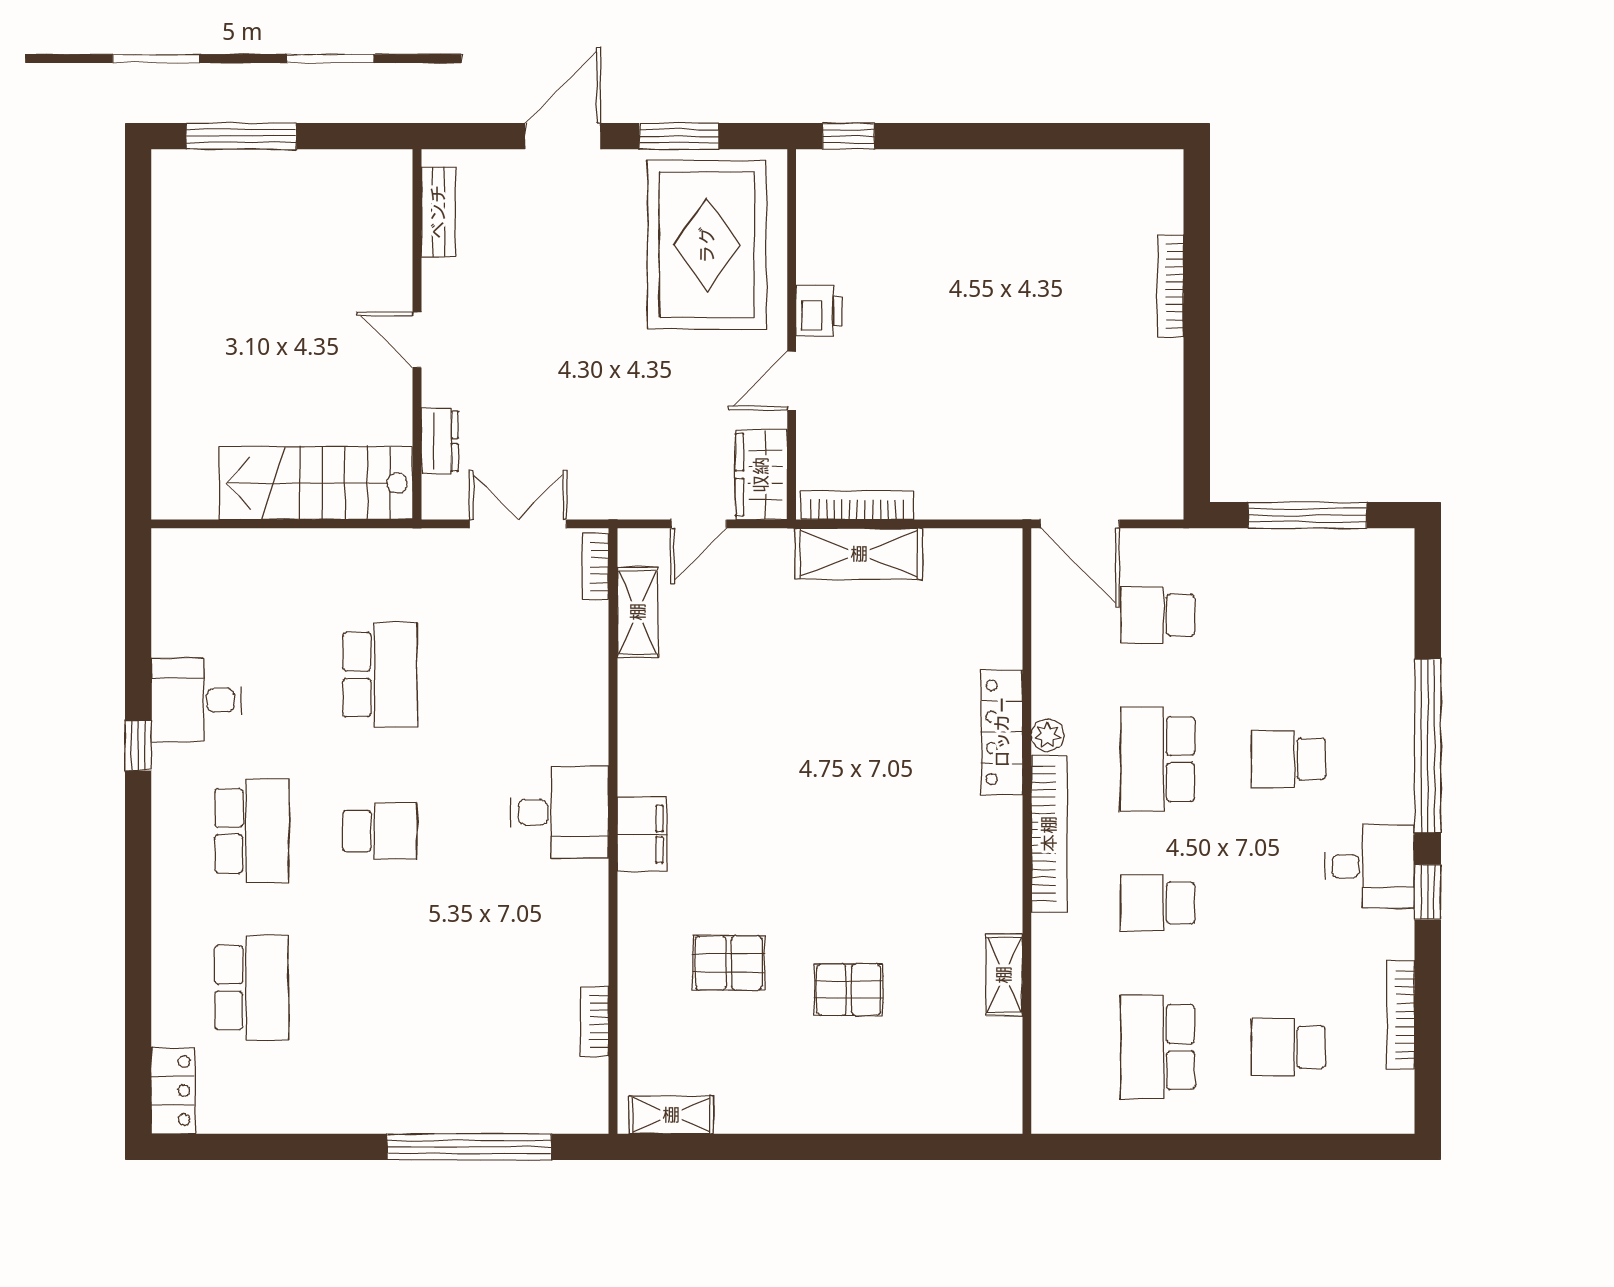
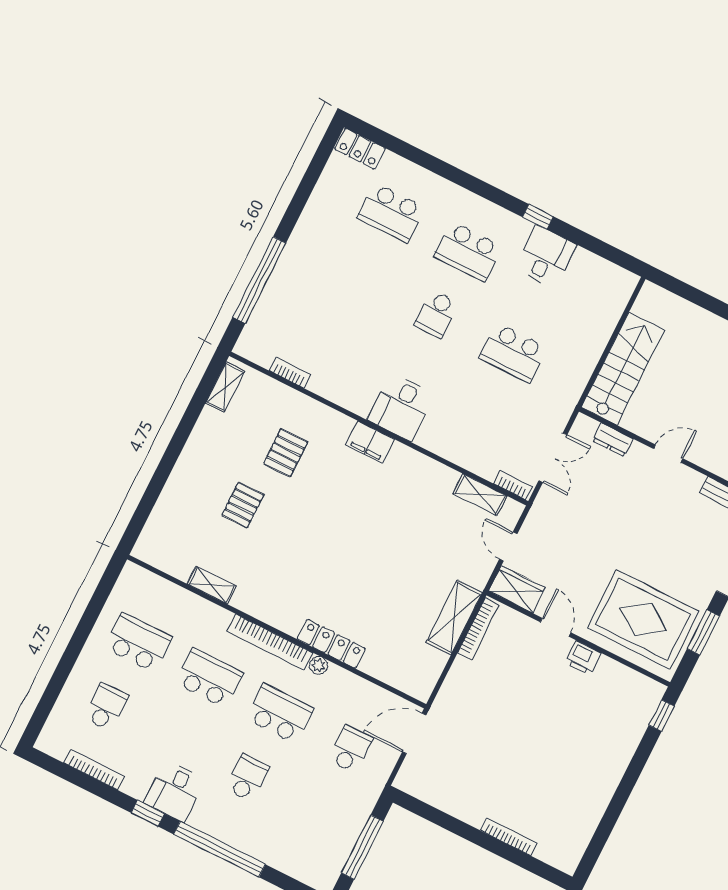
school desk: (1157, 903) -> (209, 678), width x1.85

